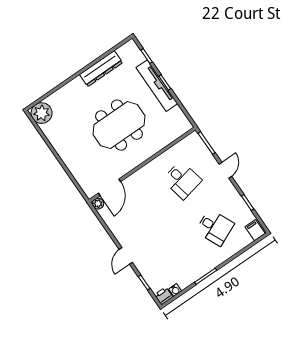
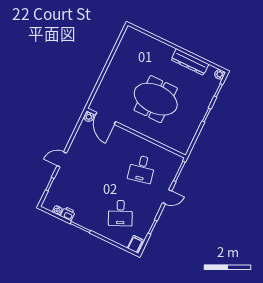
tv unit: (157, 86) -> (201, 110), removed
plant: (42, 113) -> (220, 74), moved, width x0.53, depth x0.53
door: (109, 187) -> (106, 118), hinge flipped
printer: (164, 296) -> (68, 214), moved

